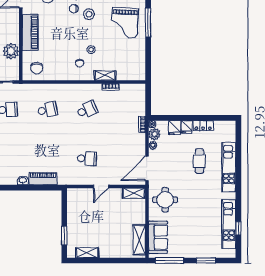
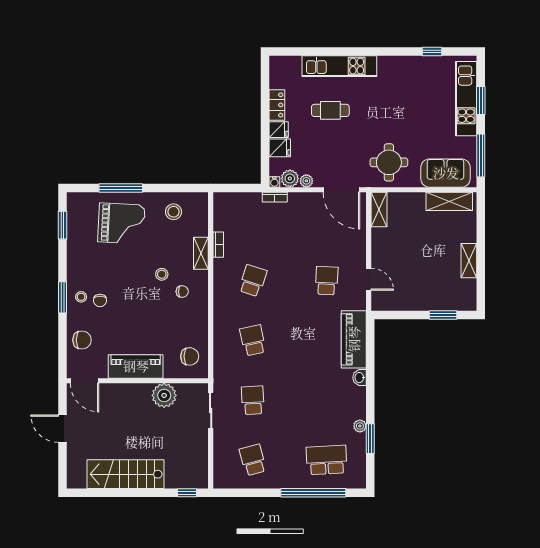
stool: (89, 14) -> (174, 212), moved
school desk: (87, 110) -> (253, 281), turned 42
piano: (43, 179) -> (354, 339), width x1.37, depth x1.33
door: (101, 186) -> (369, 279), moved
kitchen unit: (229, 224) -> (466, 99), moved, turned 90
shelving: (87, 253) -> (469, 261), moved

